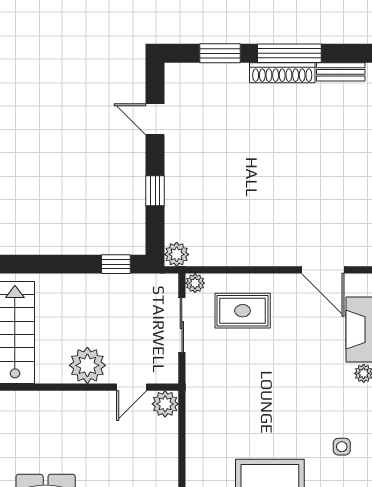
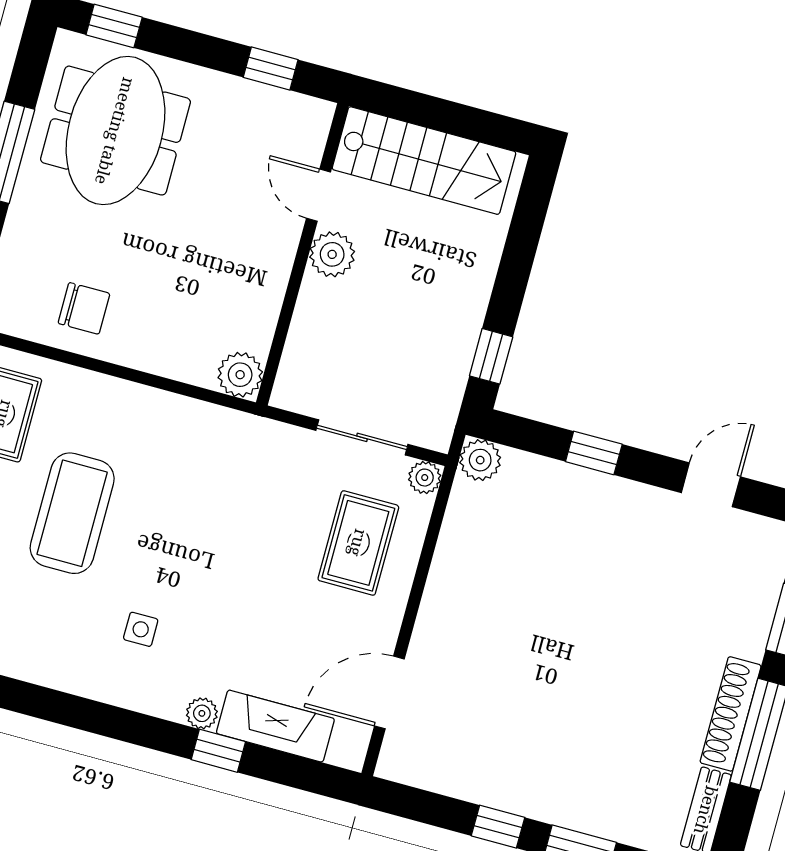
plant: (87, 365) -> (332, 254), width x0.73, depth x0.73
door: (132, 387) -> (319, 195), moved
side table: (342, 447) -> (141, 629), moved

